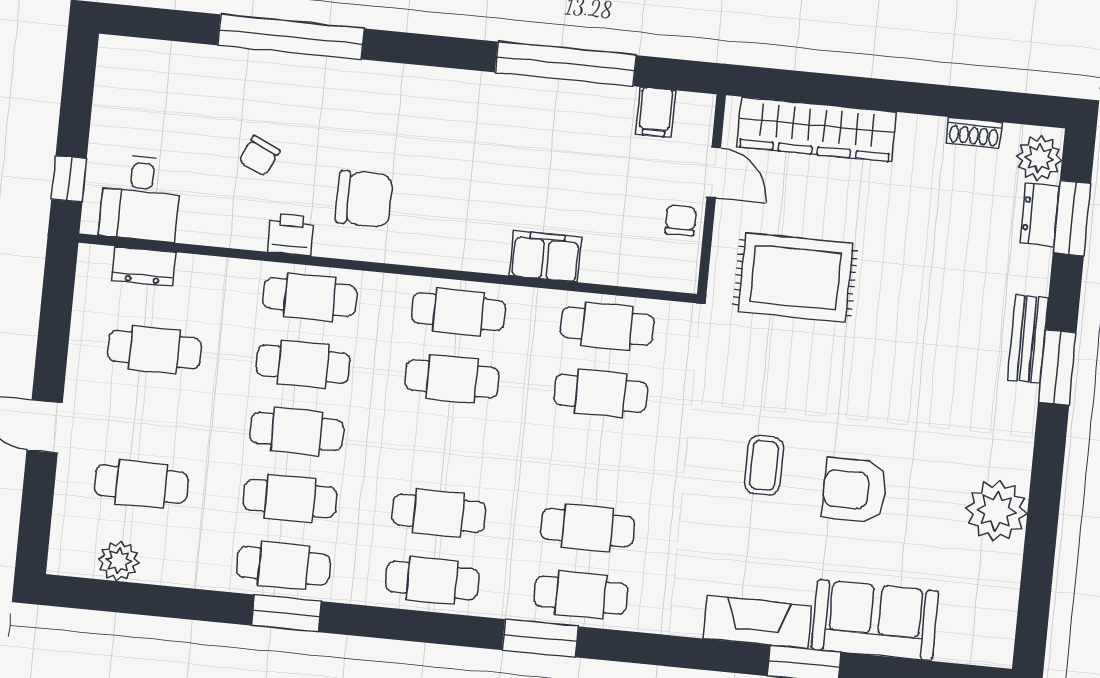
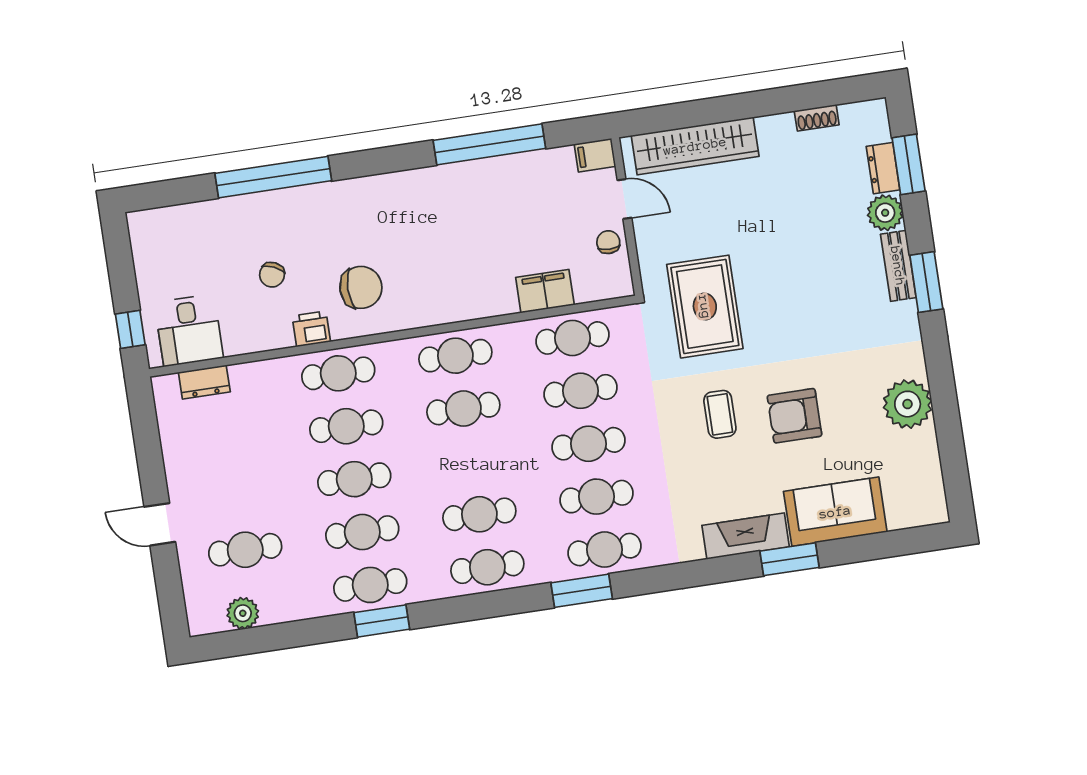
filing cabinet: (656, 112) -> (595, 155), moved, turned 90
plant: (1039, 158) -> (885, 213), moved
filing cabinet: (546, 256) -> (545, 291), moved
rug: (796, 278) -> (705, 307), moved, turned 90
cafe table: (155, 350) -> (589, 444), moved

